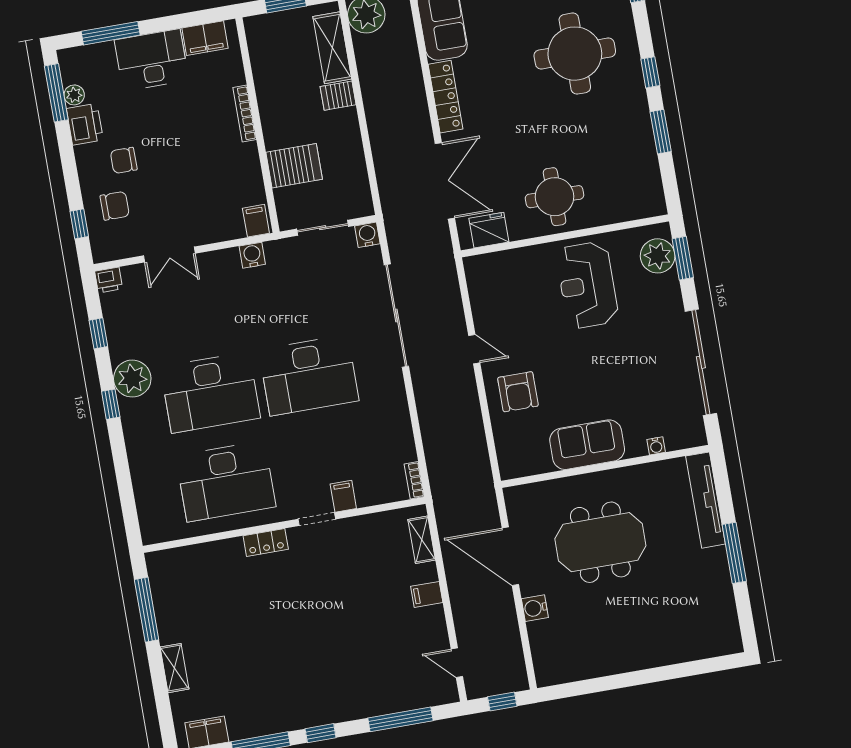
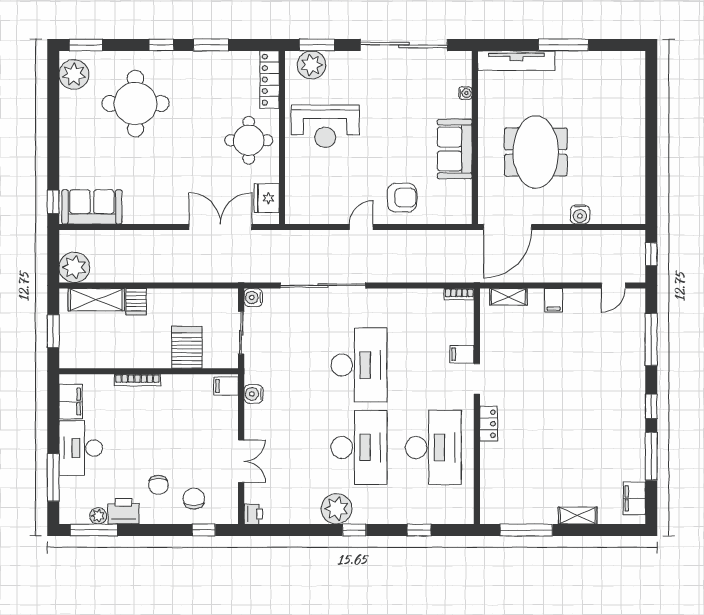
locker: (446, 97) -> (270, 80), moved, turned -90
window: (98, 333) -> (419, 530), moved
door: (510, 556) -> (508, 227), moved

